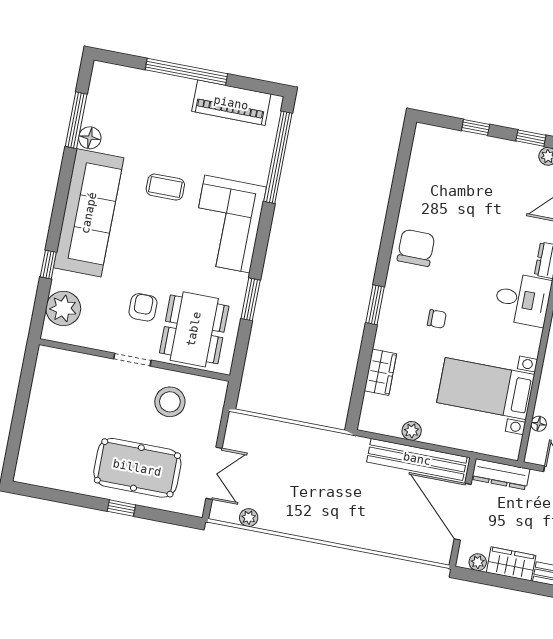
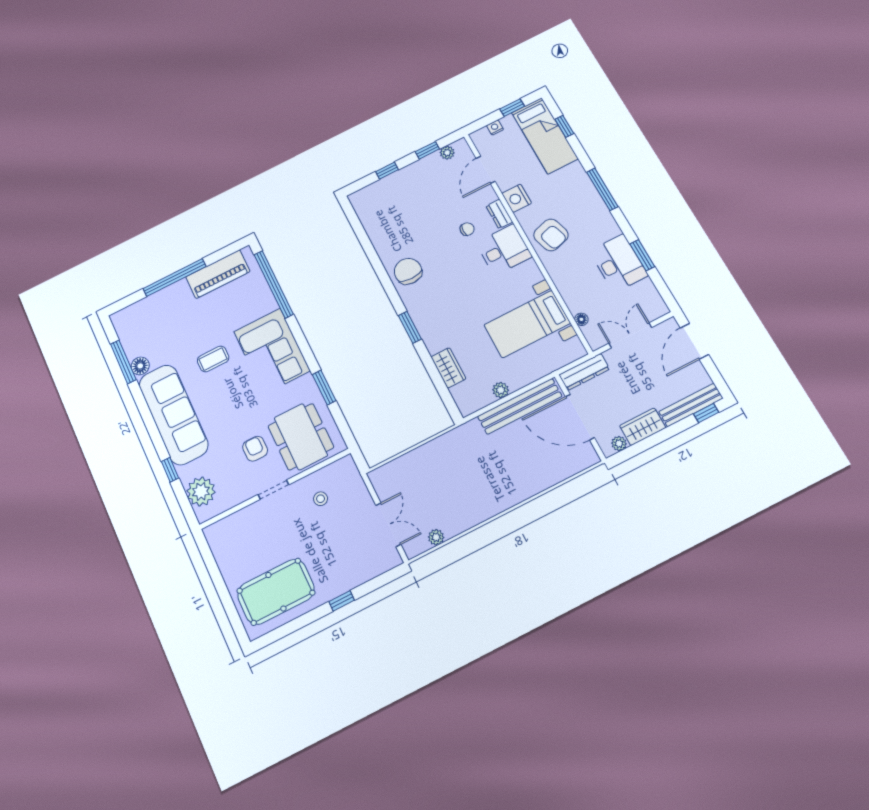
chair: (437, 319) -> (467, 229), moved
stool: (170, 402) -> (321, 499), width x0.53, depth x0.53
pool table: (137, 468) -> (276, 592), moved

